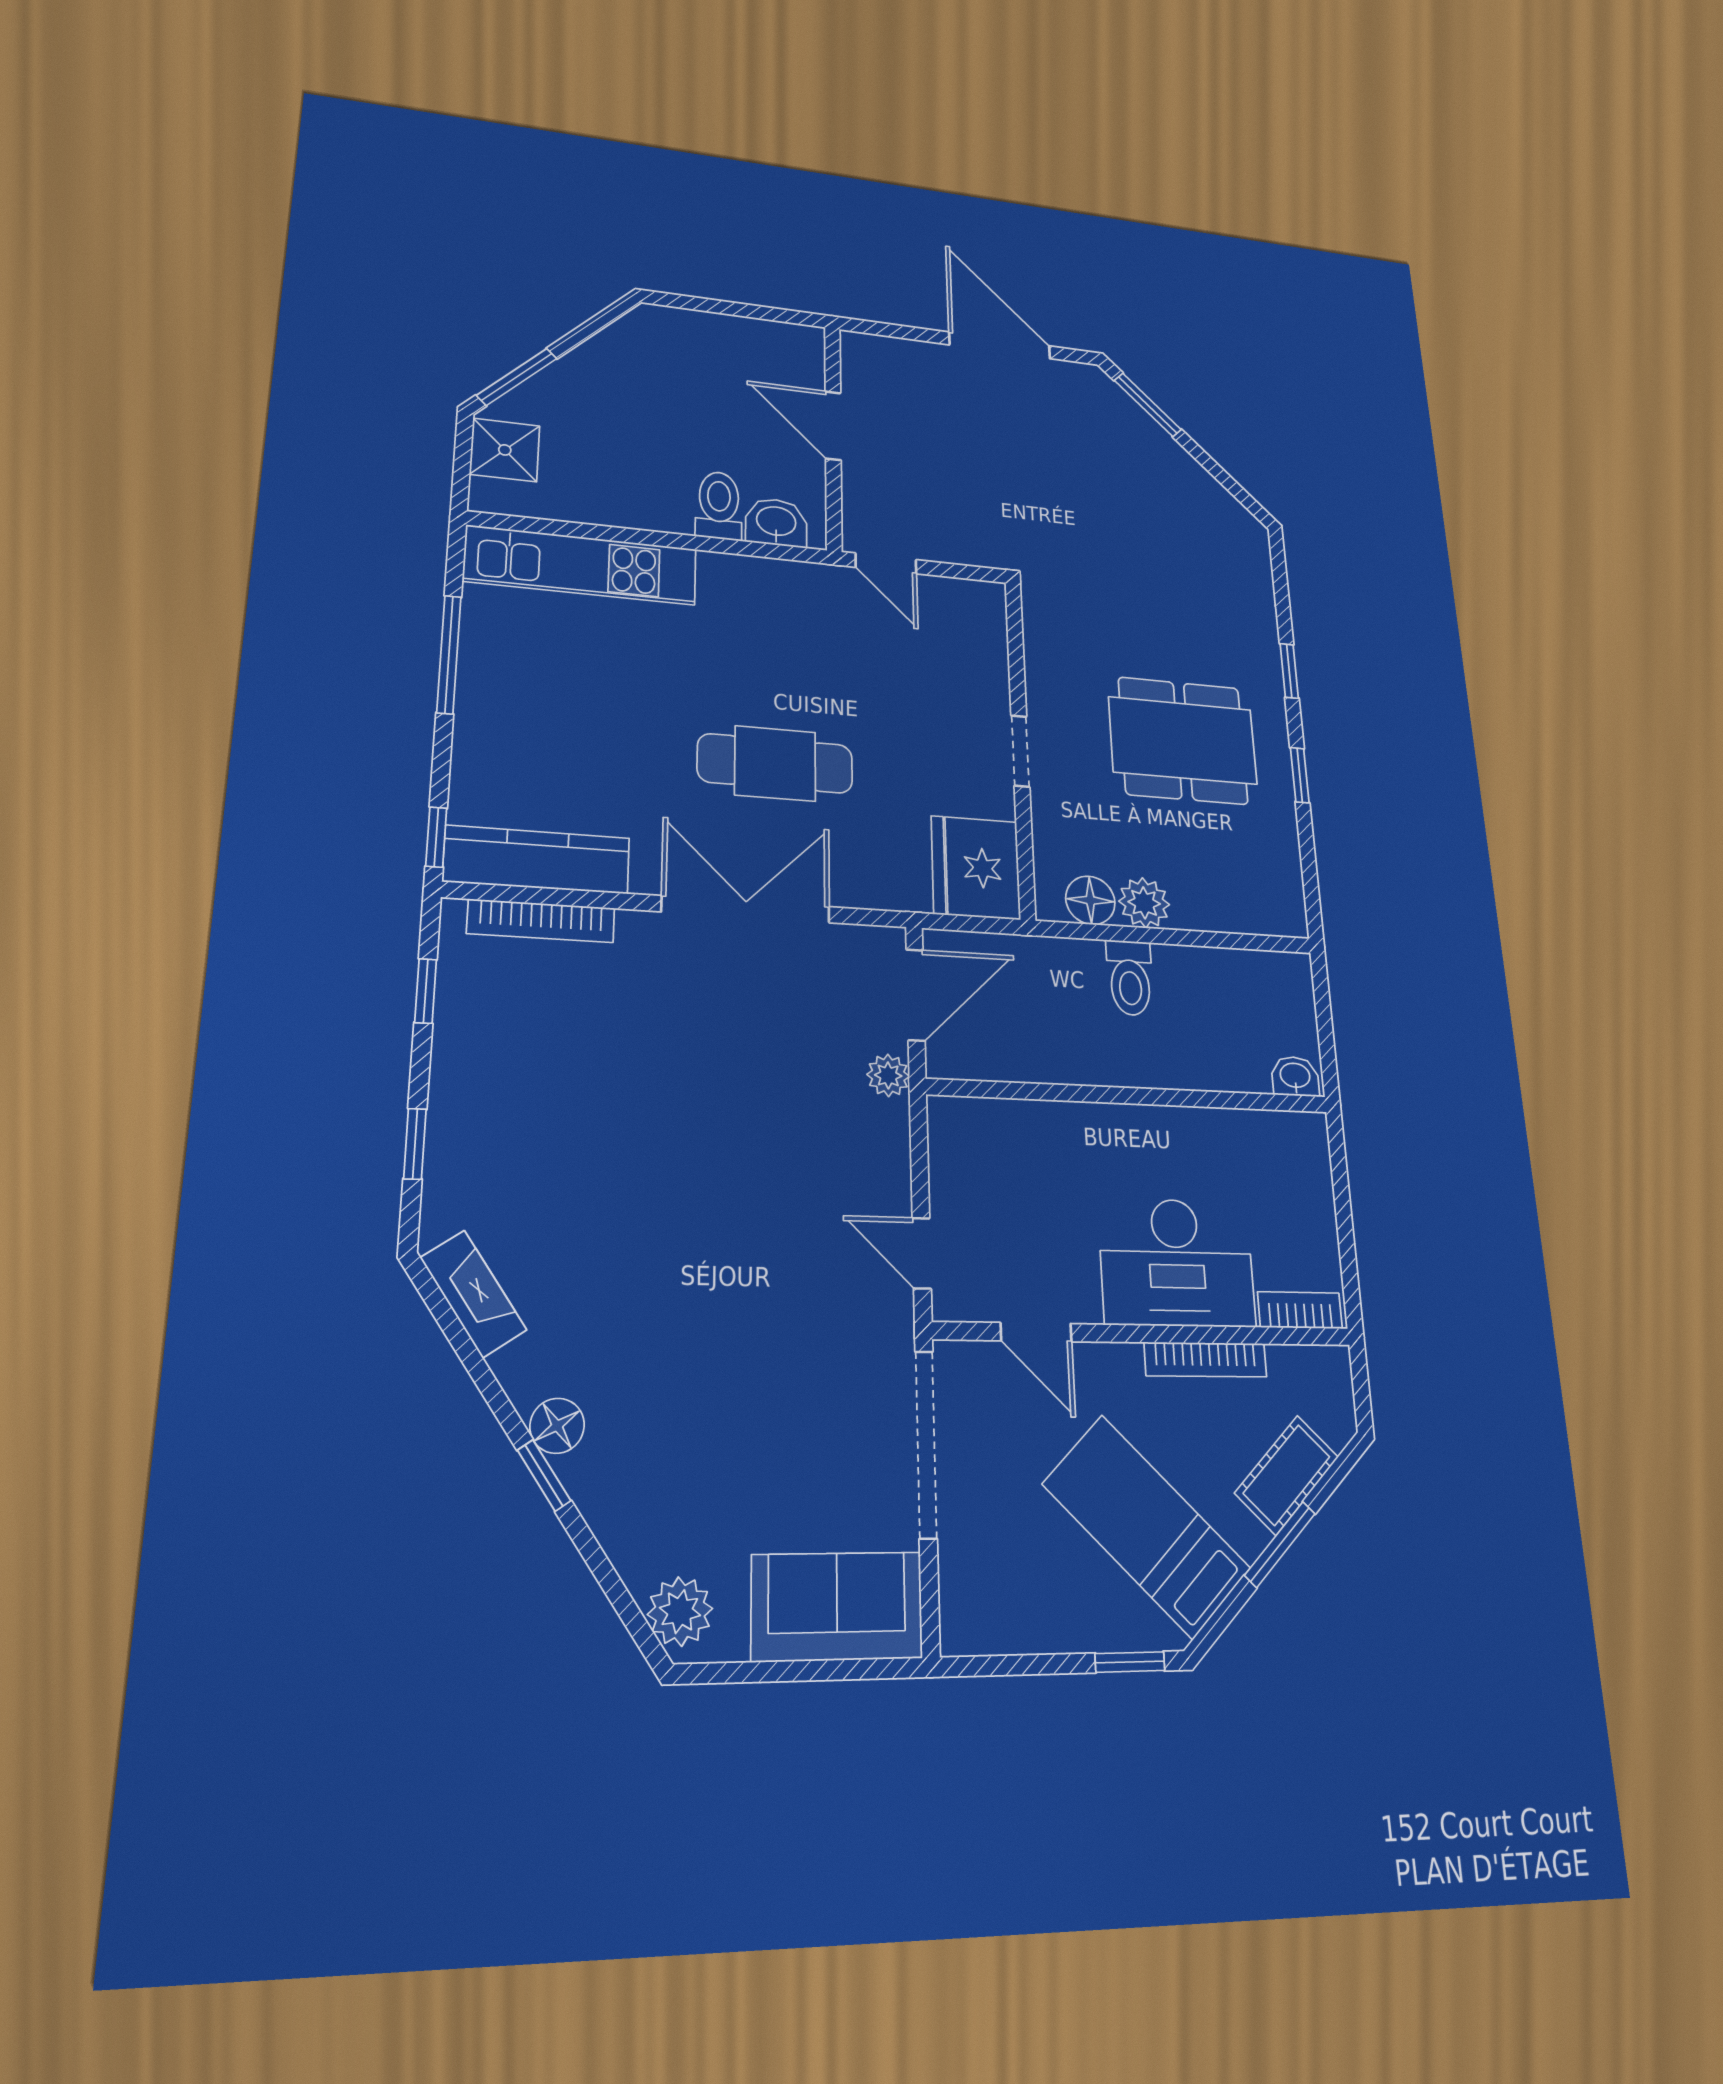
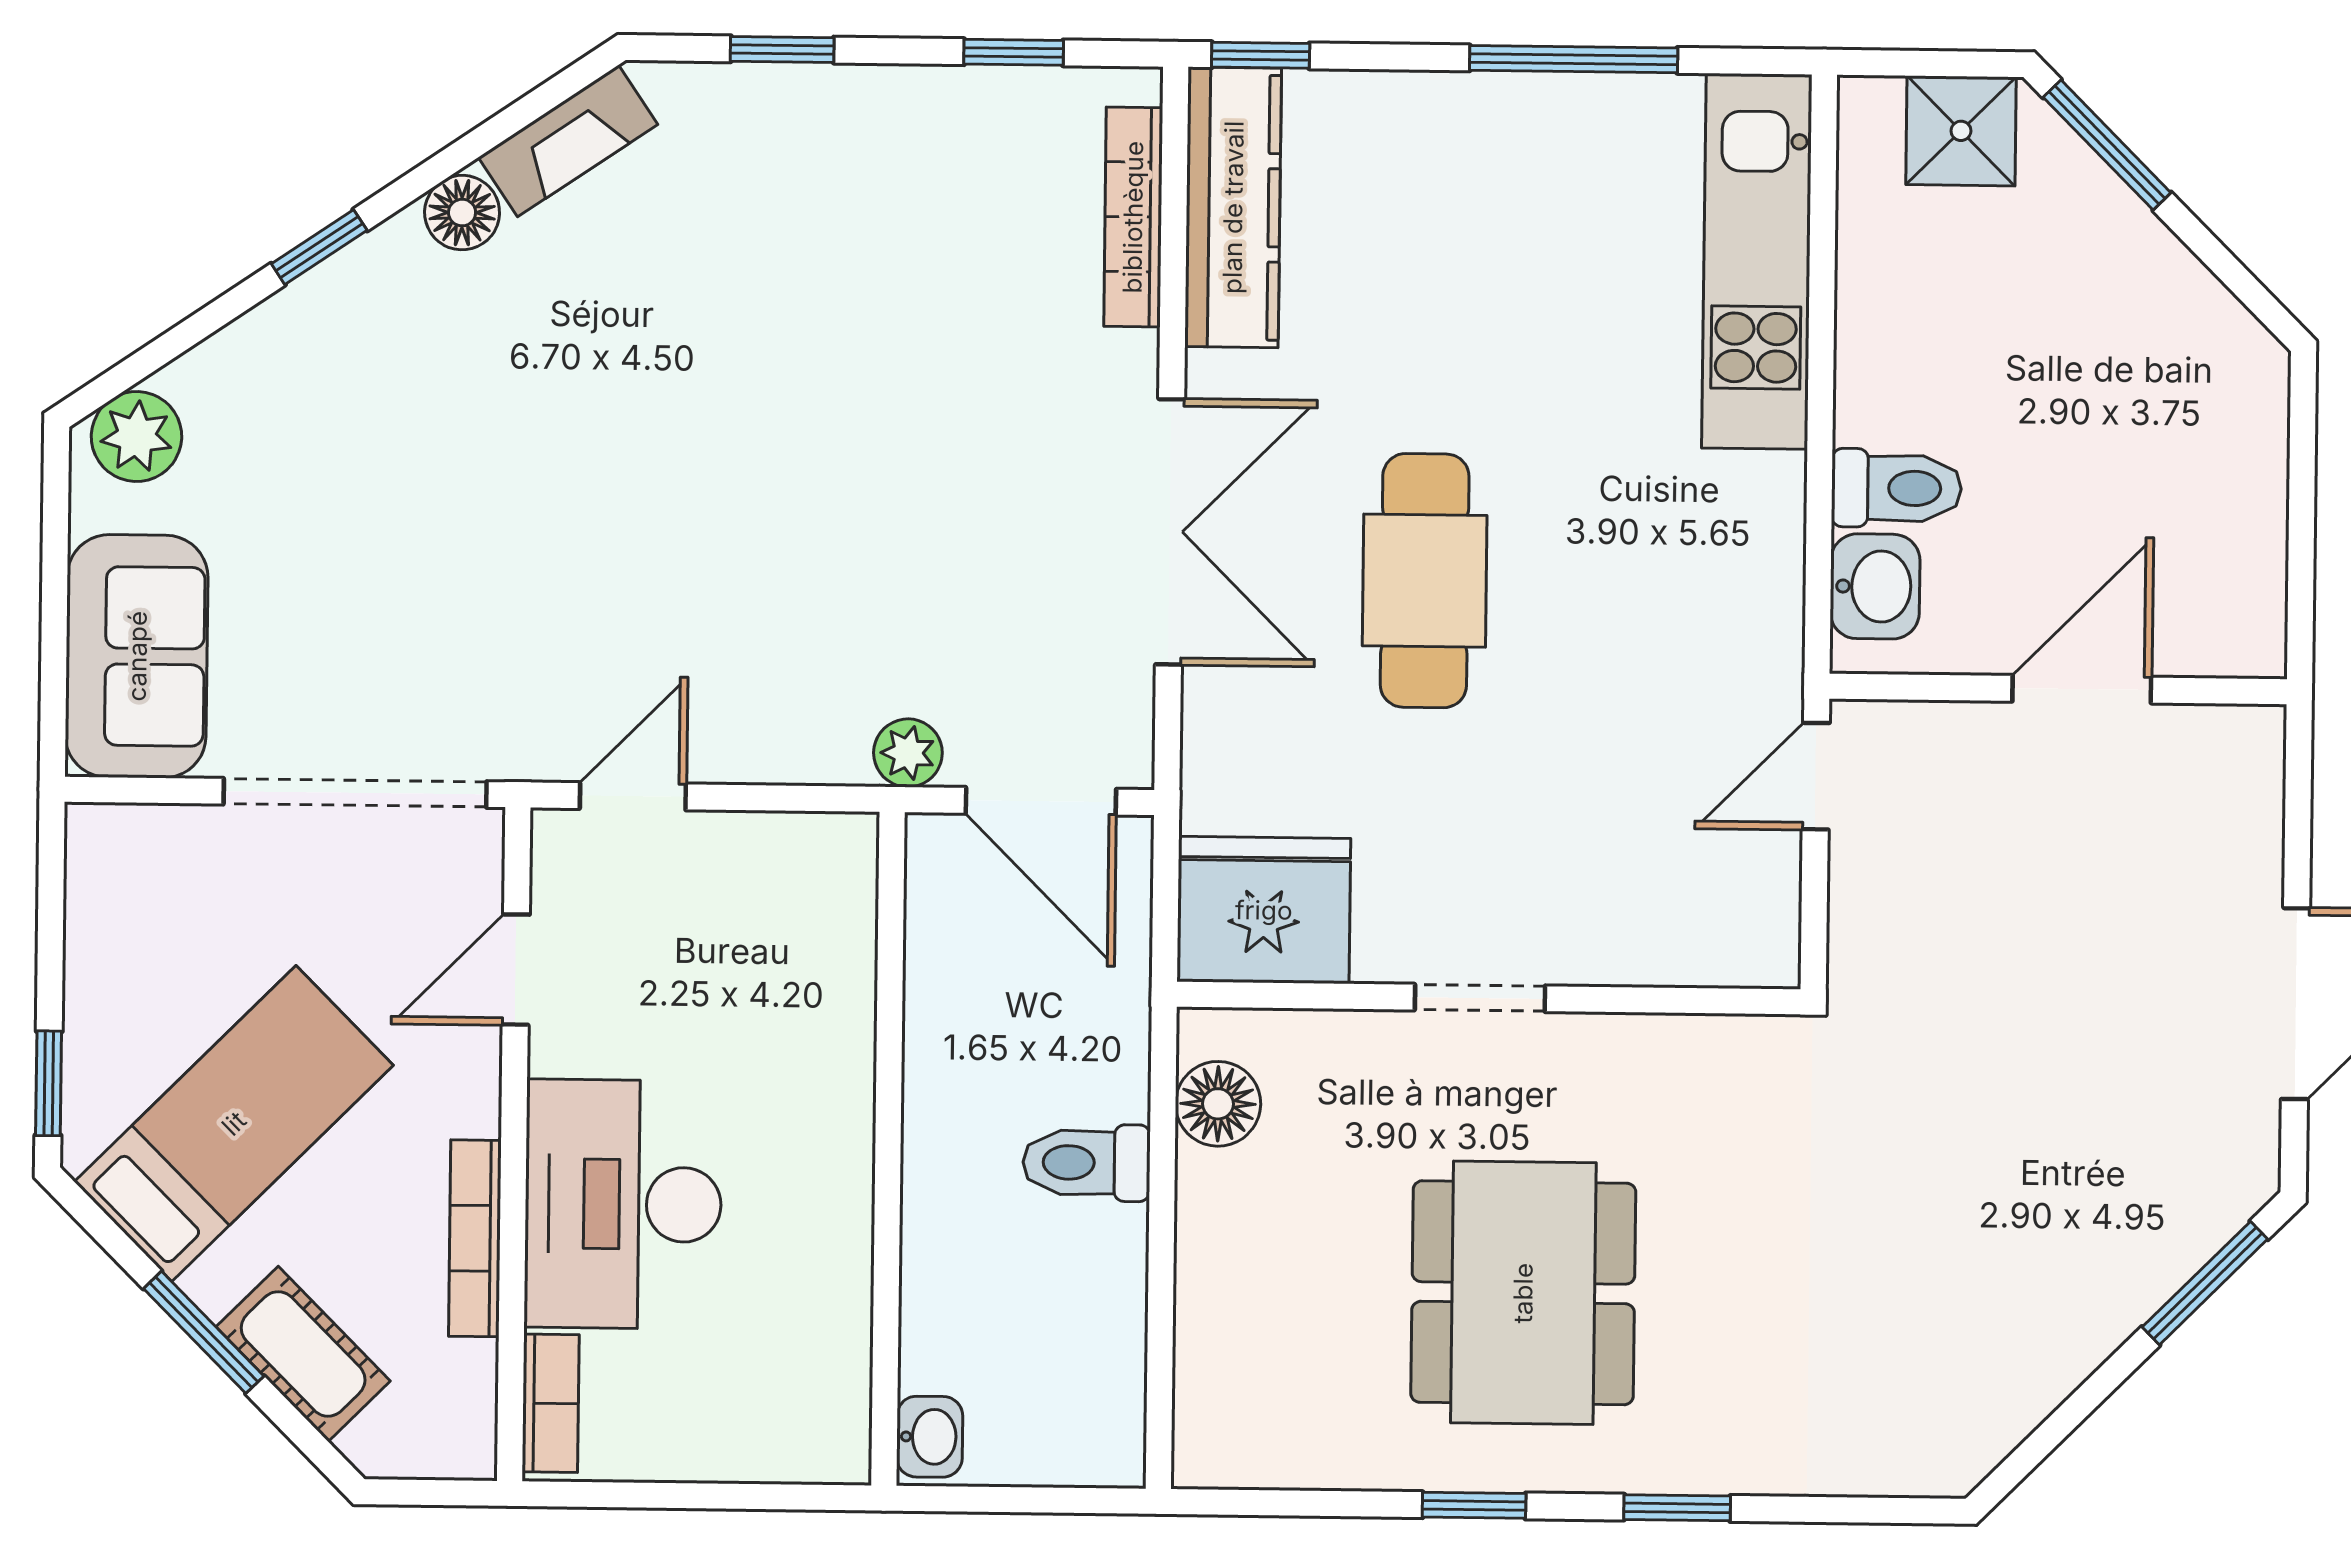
plant: (1144, 903) -> (1219, 1198), removed
floor lamp: (557, 1426) -> (462, 213), moved

